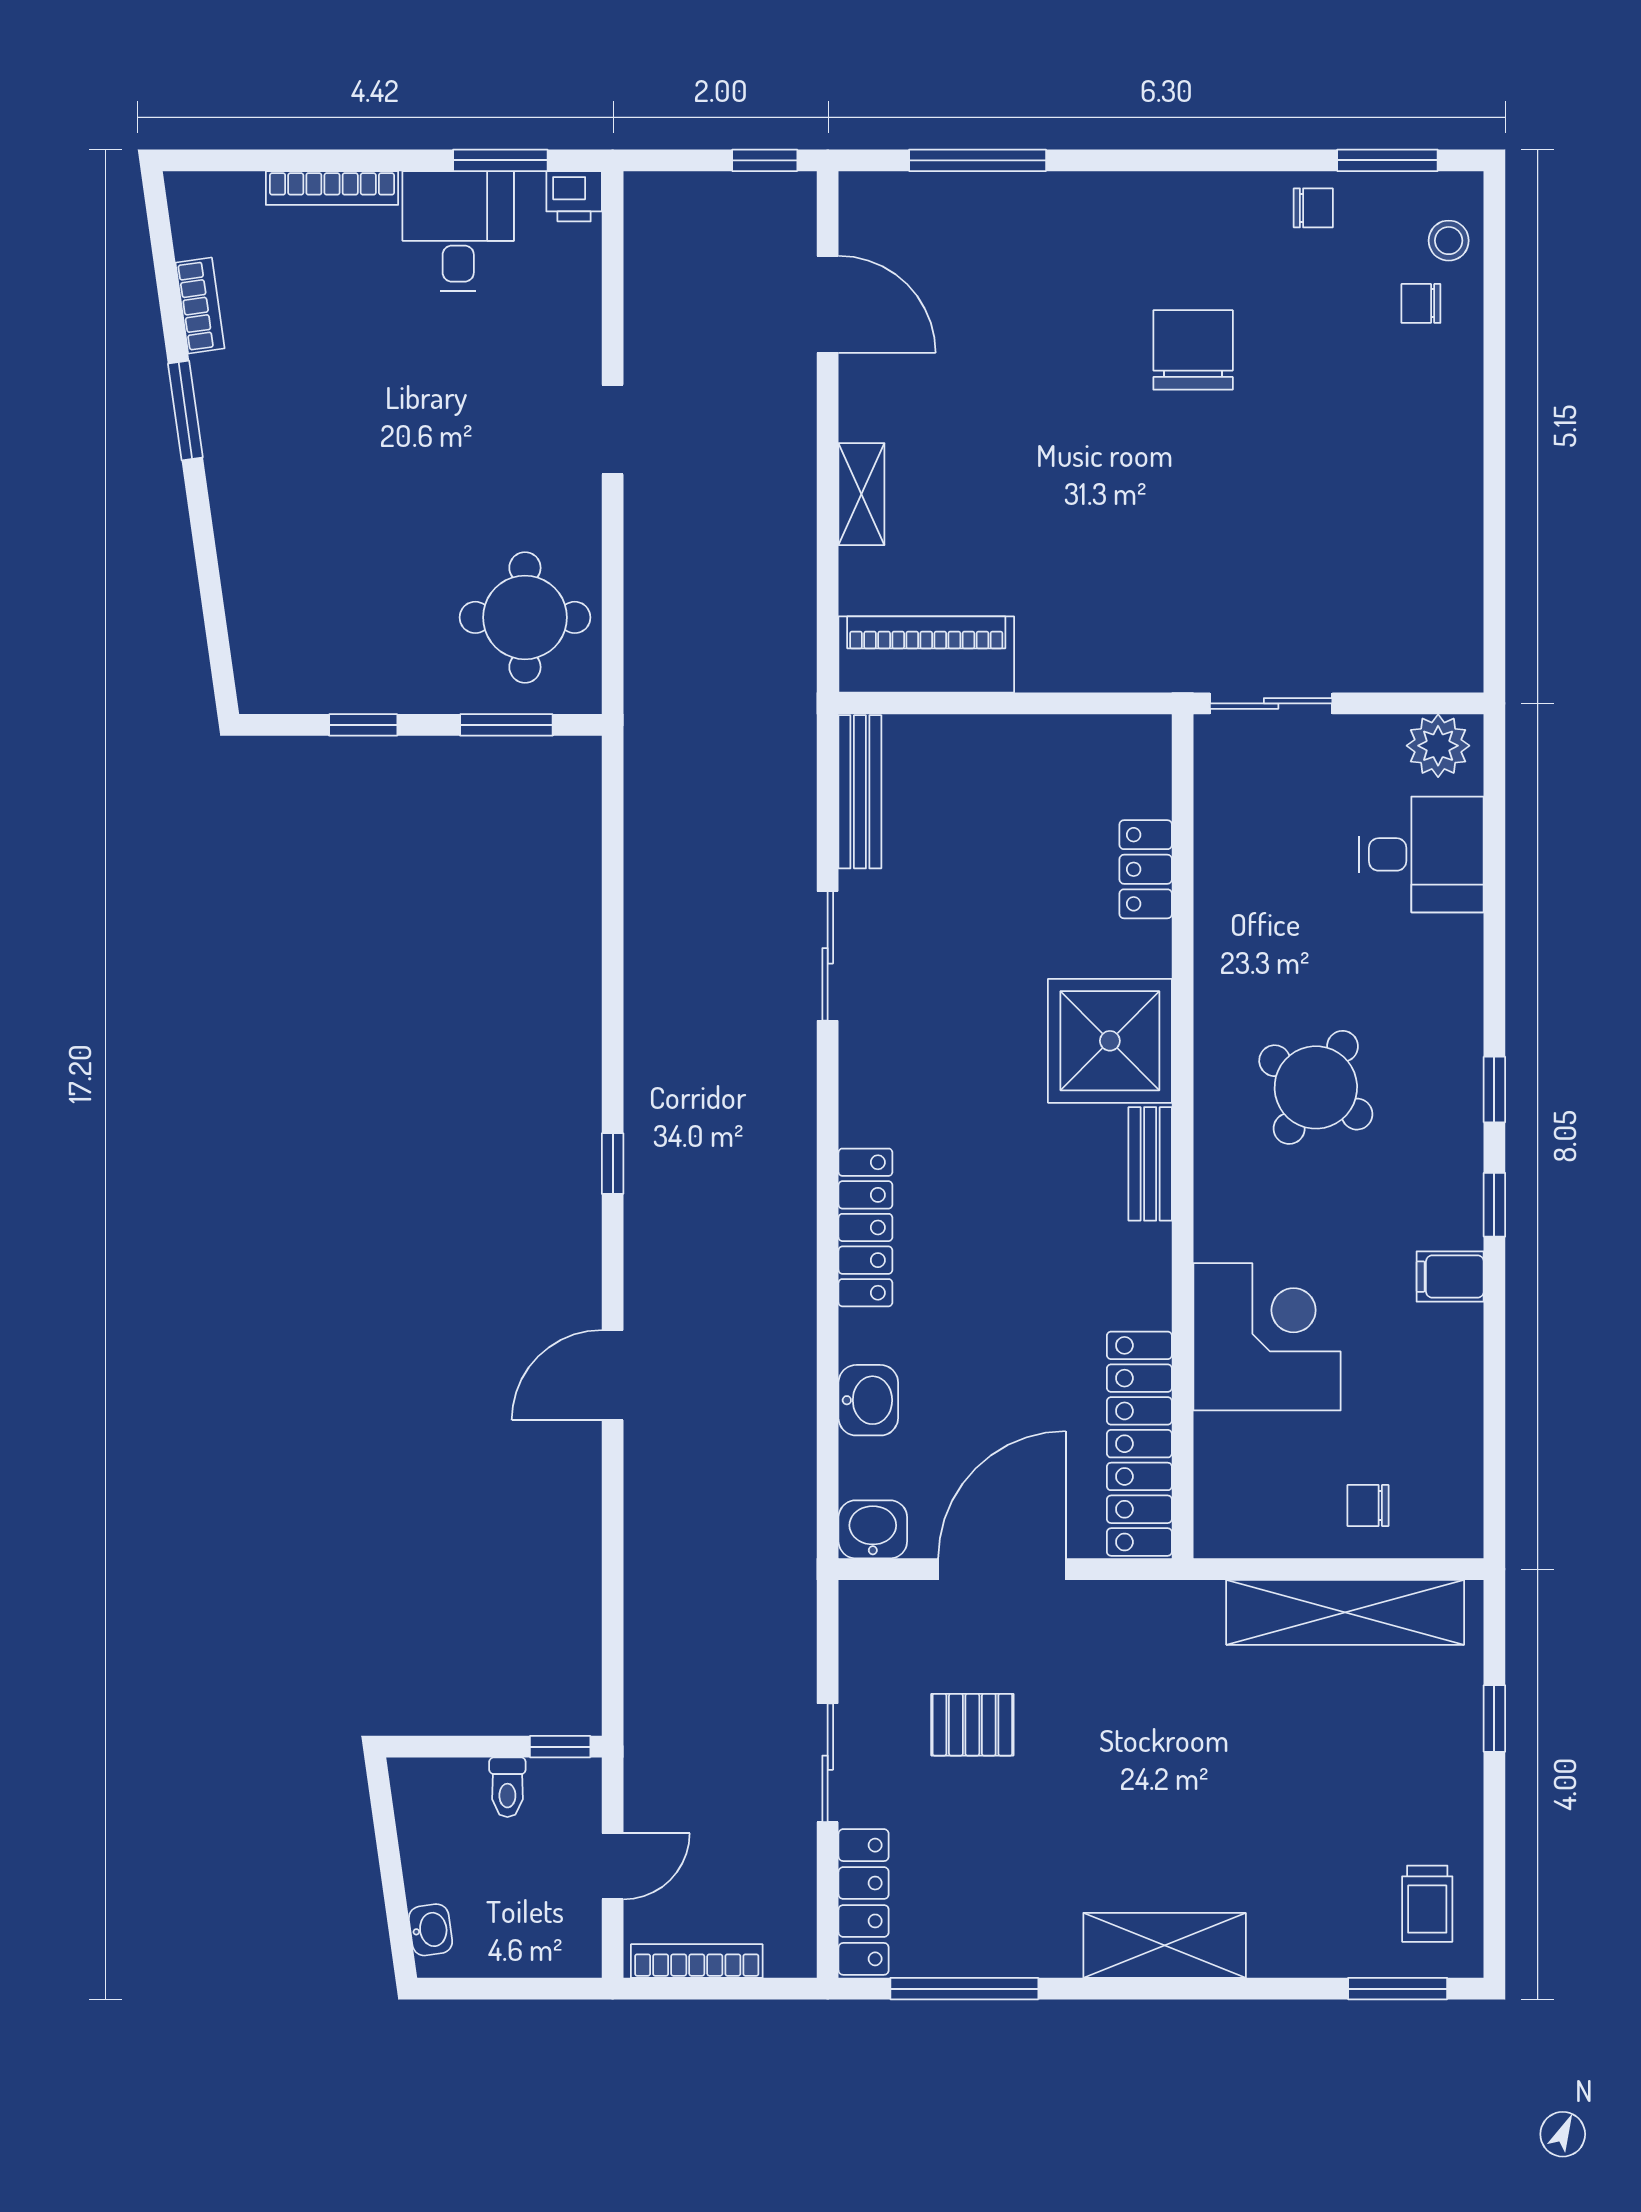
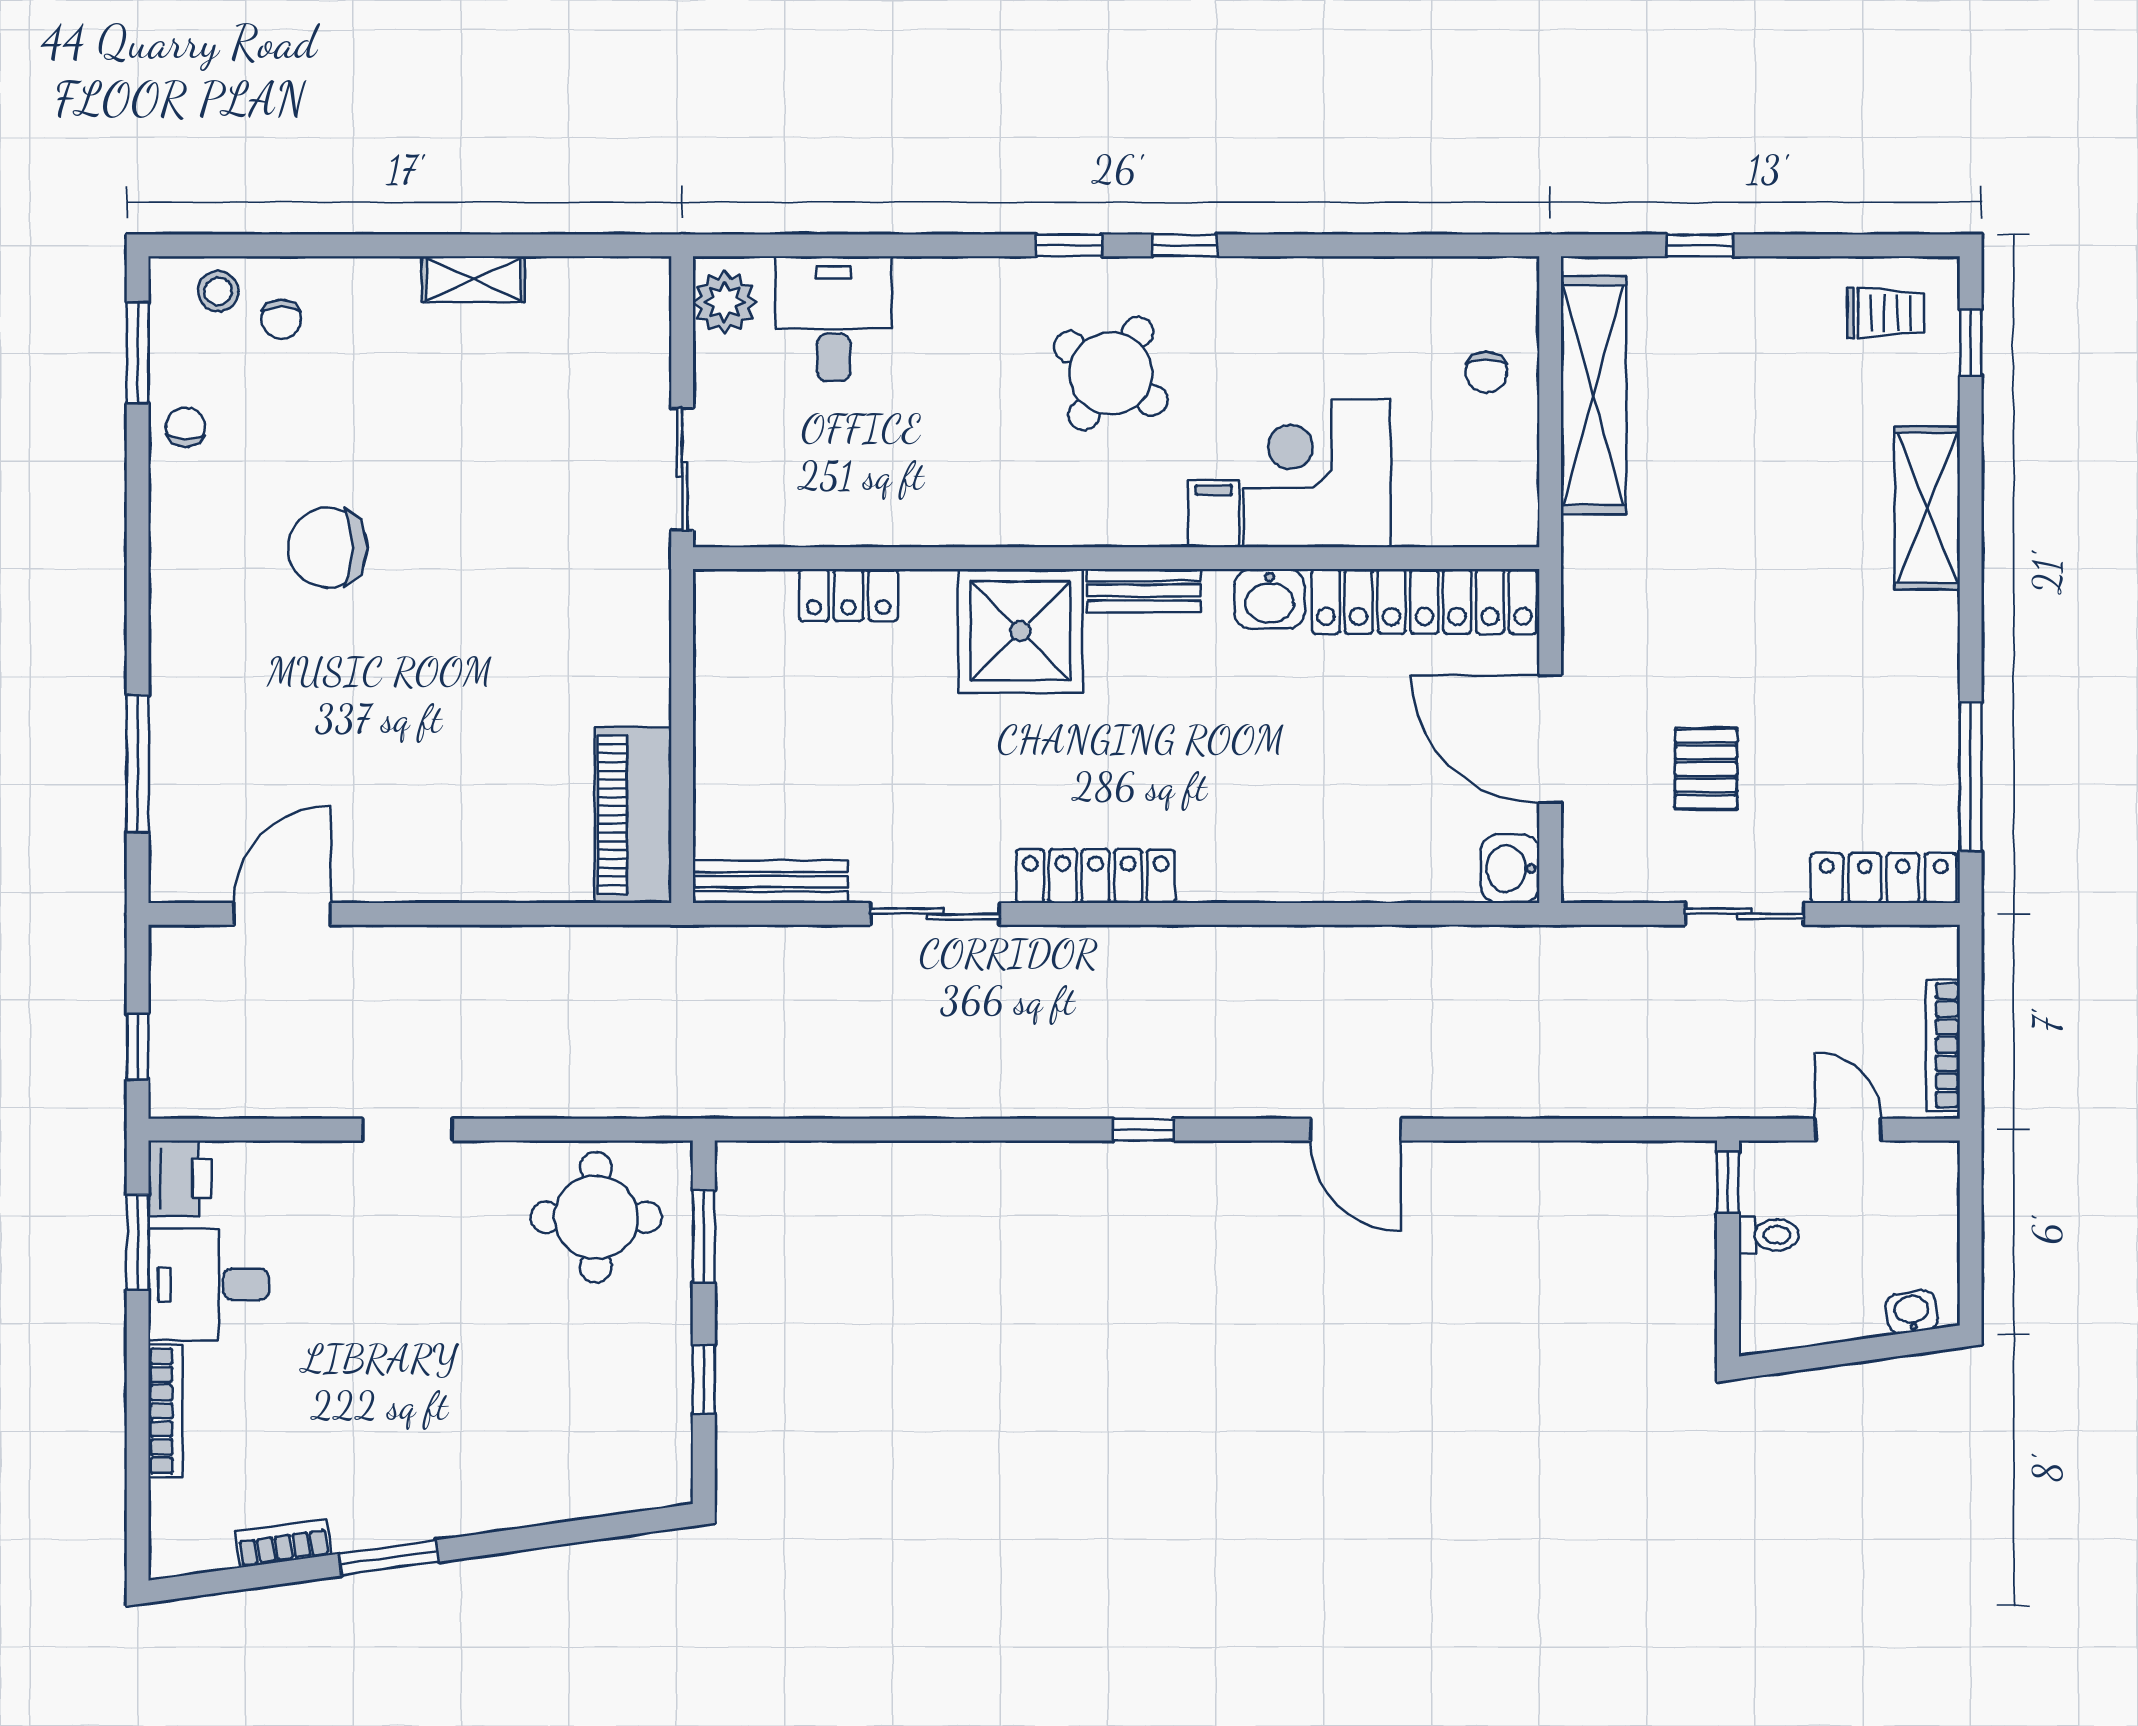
window: (765, 160) -> (138, 1046), moved
printer: (574, 196) -> (180, 1178), width x1.36, depth x1.24
shelving: (861, 494) -> (473, 279), moved
round table: (1316, 1087) -> (1111, 373), moved
locker: (865, 1227) -> (1095, 876), moved
filing cabinet: (1450, 1277) -> (1214, 514), moved, turned 180
washbasin: (868, 1400) -> (1270, 599), moved, turned 180
shelving: (1165, 1945) -> (1927, 508), moved
window: (1398, 1989) -> (1971, 342), width x0.67

